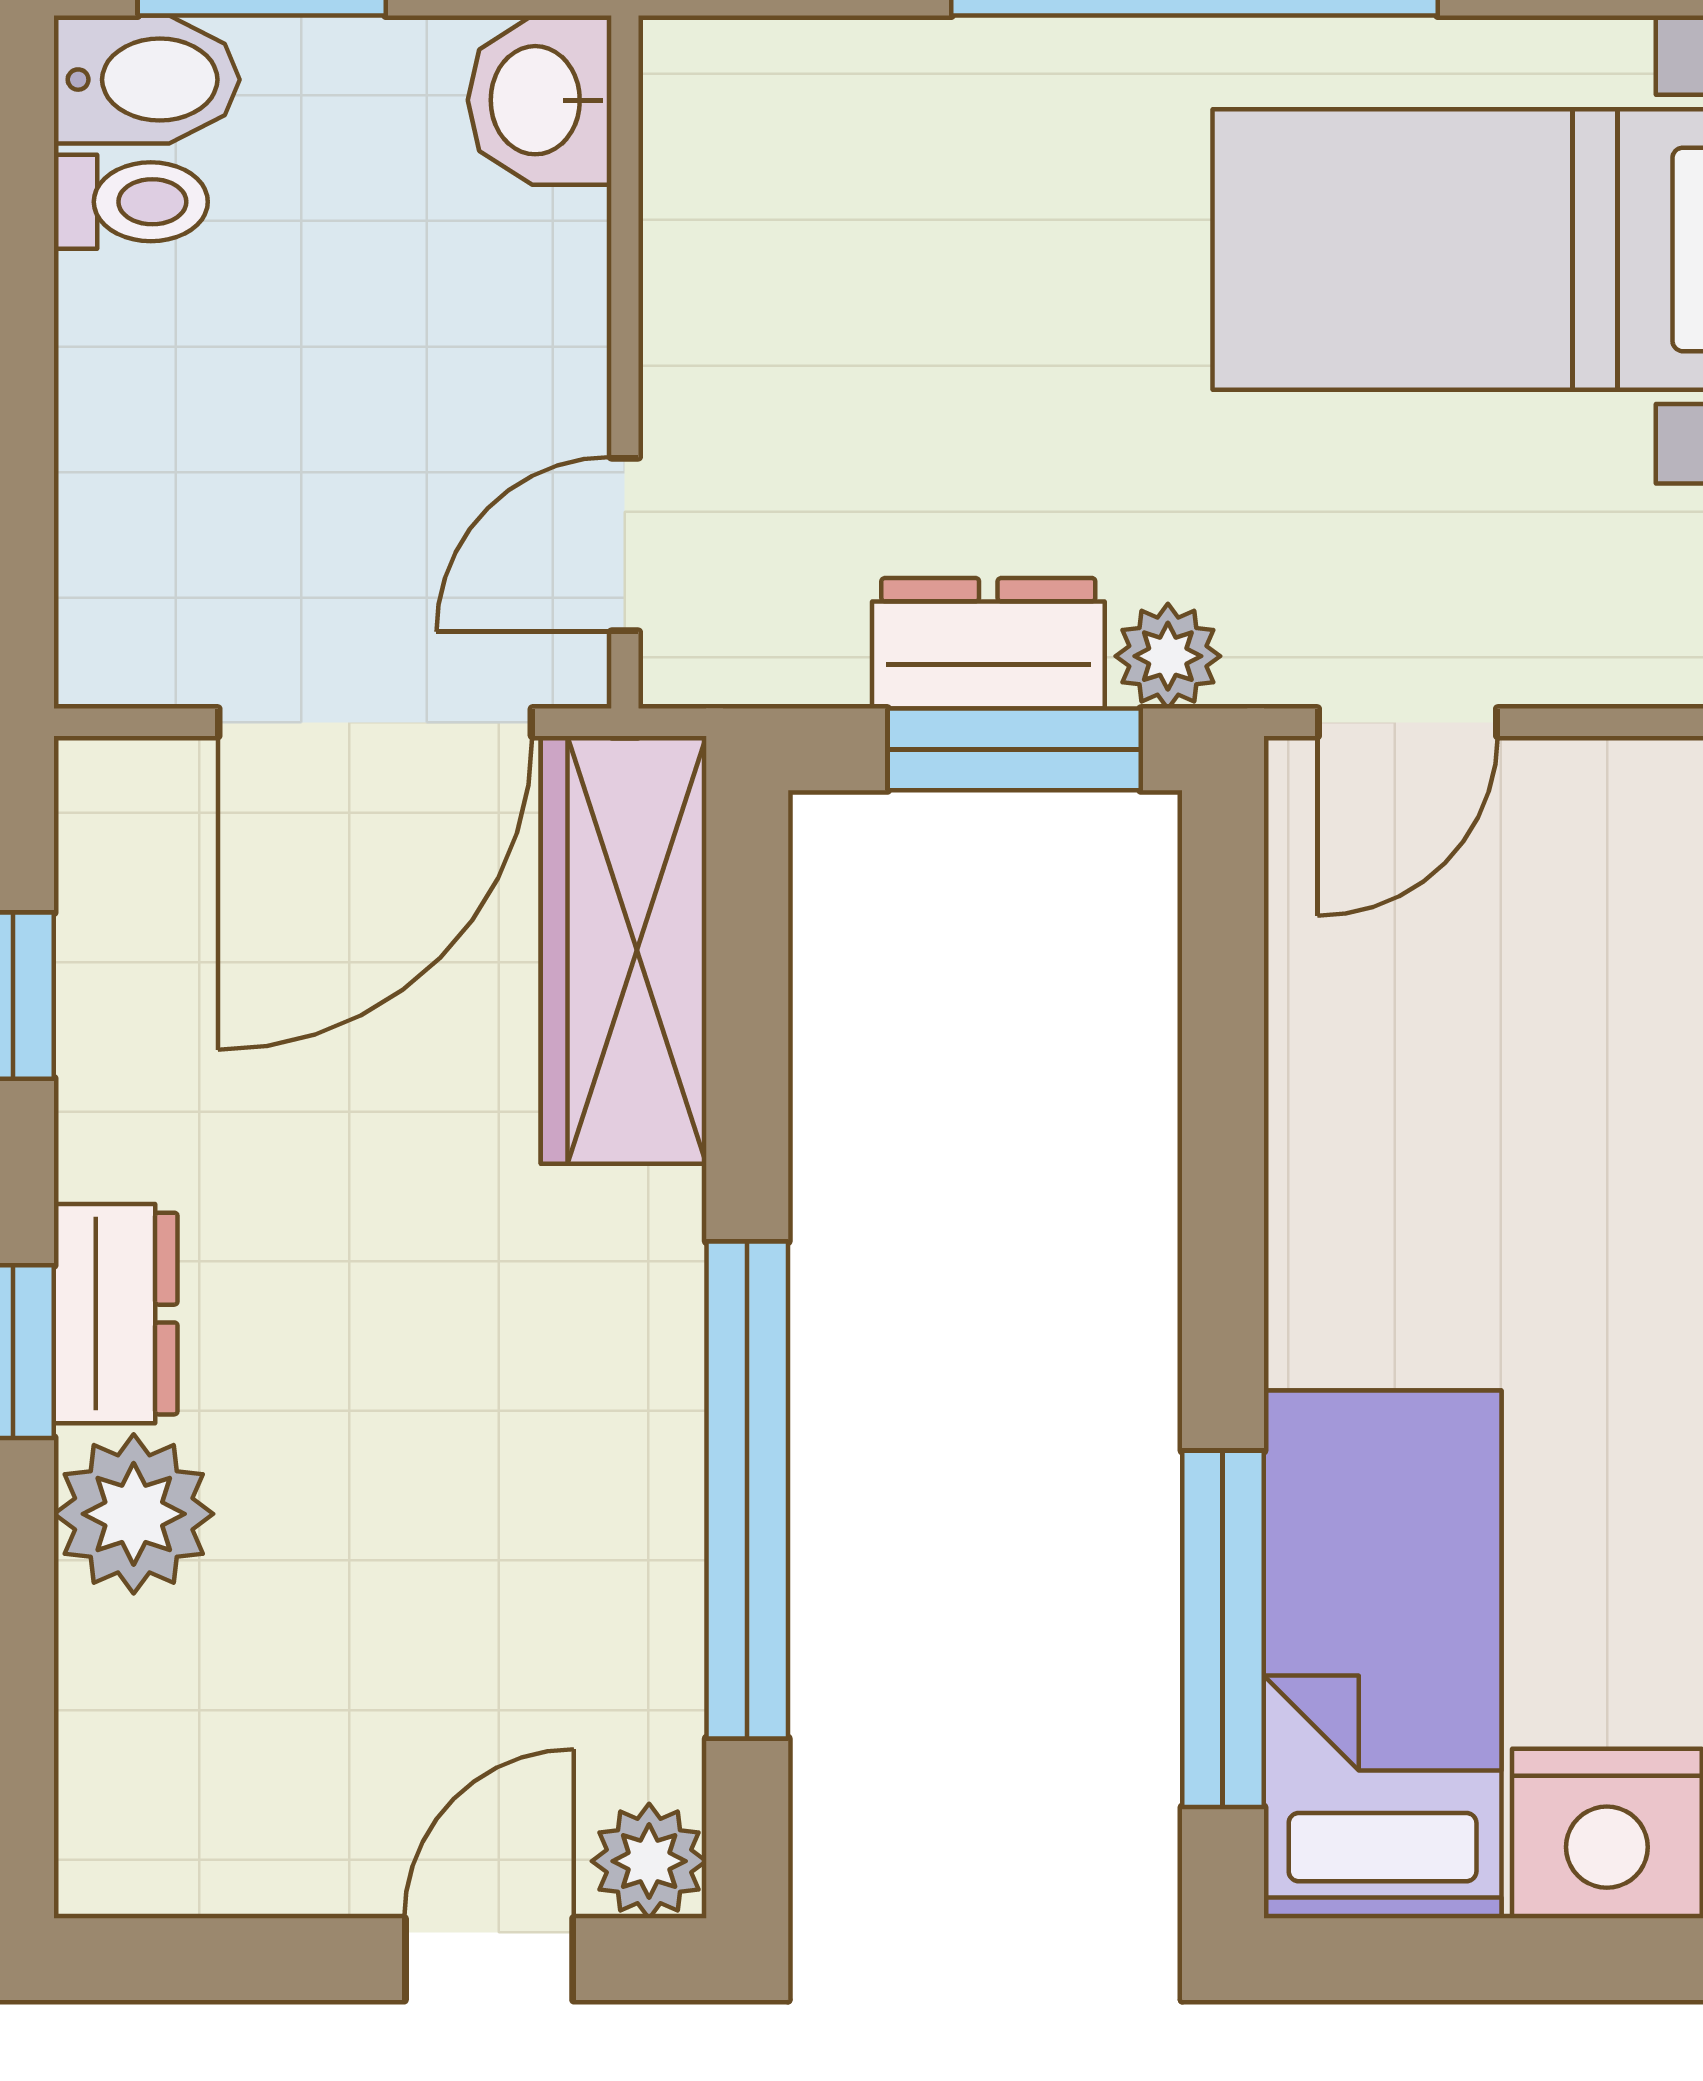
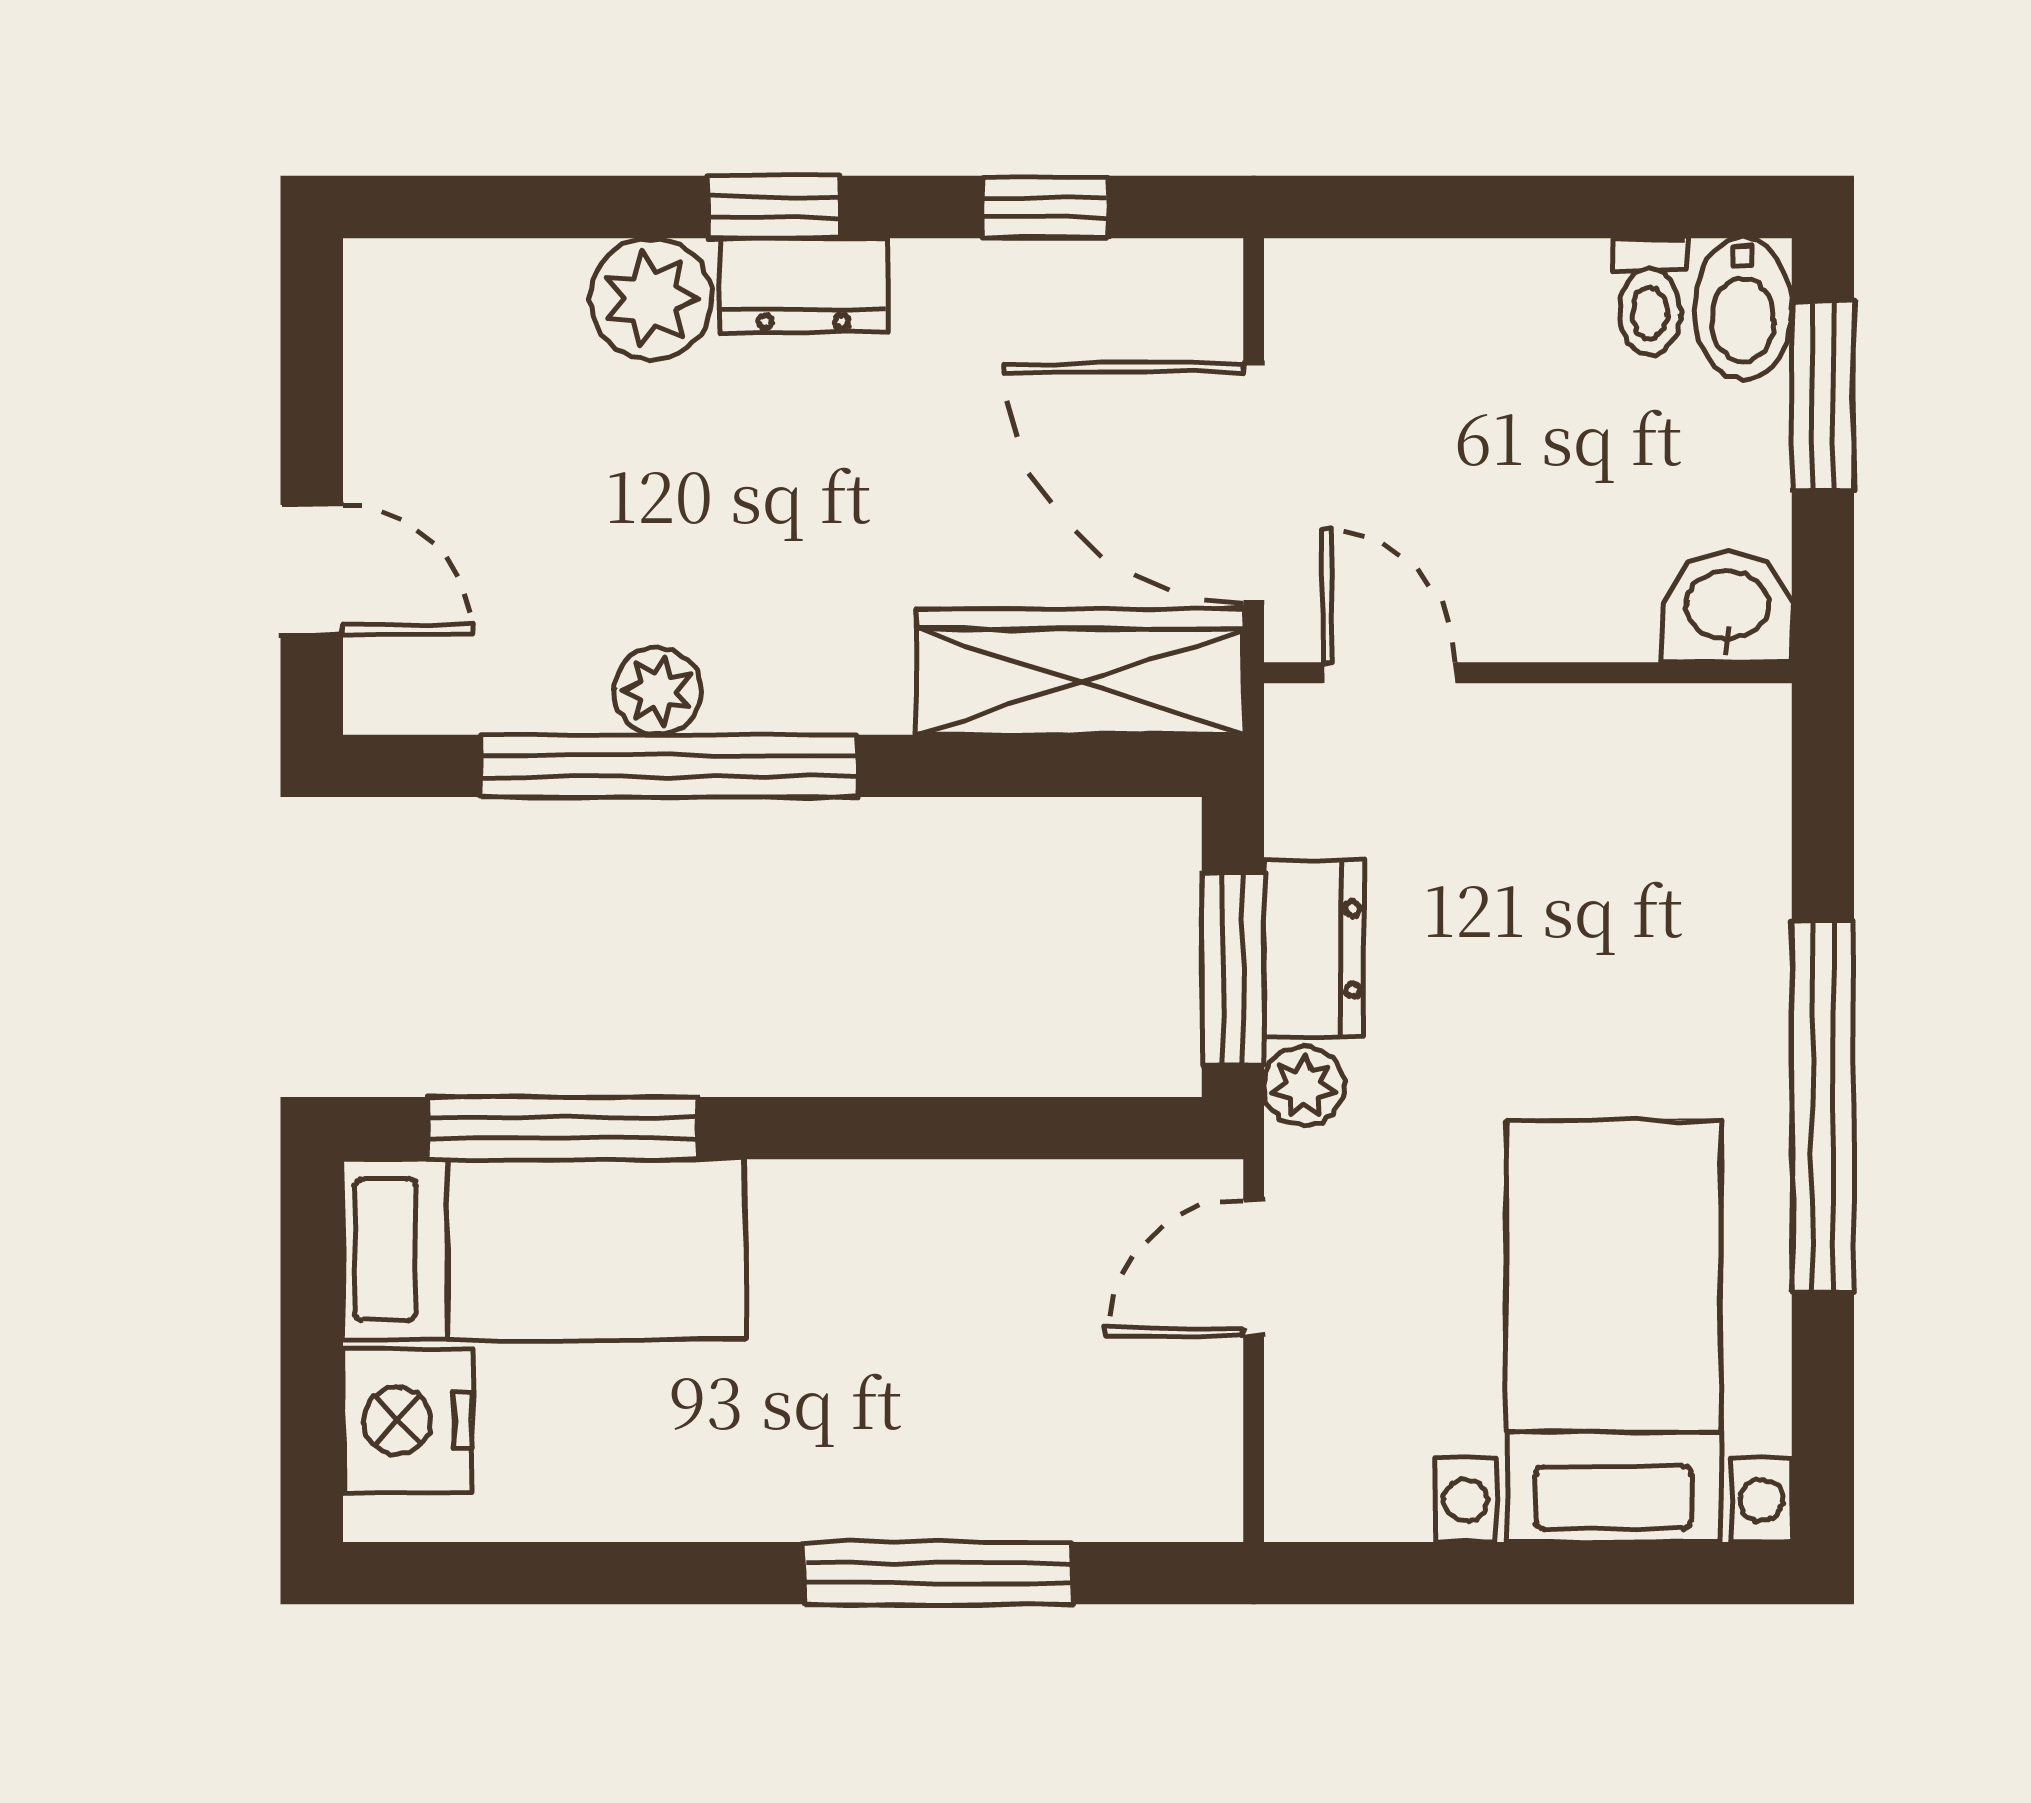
door: (1407, 722) -> (1254, 1269), hinge flipped
plant: (649, 1861) -> (658, 691), moved

